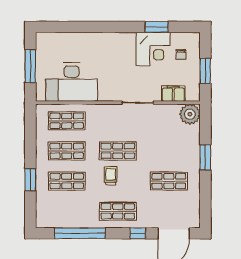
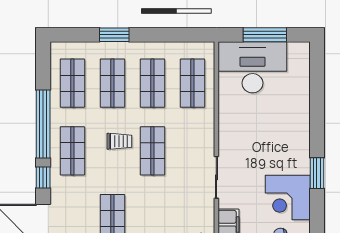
window: (157, 27) -> (317, 173), moved
desk: (72, 82) -> (252, 67), moved, turned 90
shop shelf: (67, 211) -> (72, 83), added
window: (80, 233) -> (43, 124), moved

